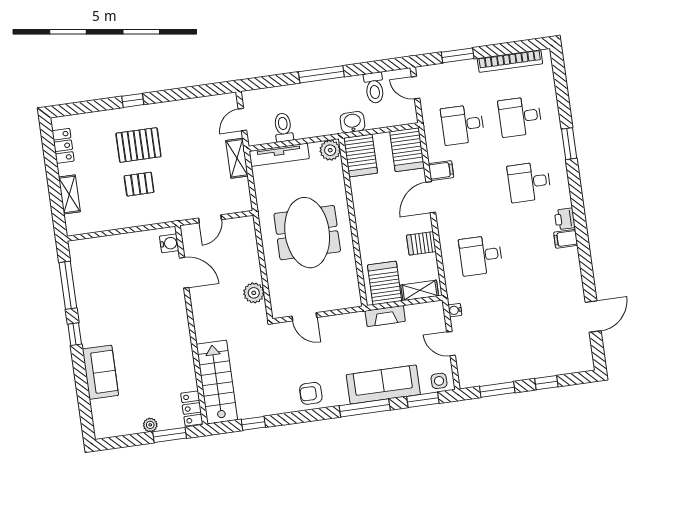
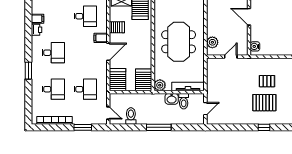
washbasin: (352, 122) -> (172, 99), moved
shelving: (237, 158) -> (211, 88), removed
filing cabinet: (441, 171) -> (101, 38), moved
door: (184, 273) -> (249, 17), moved
plant: (254, 293) -> (212, 42), moved

